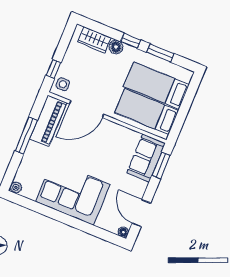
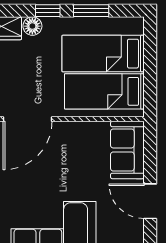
window: (161, 165) -> (150, 151), removed
door: (141, 213) -> (150, 201), moved

